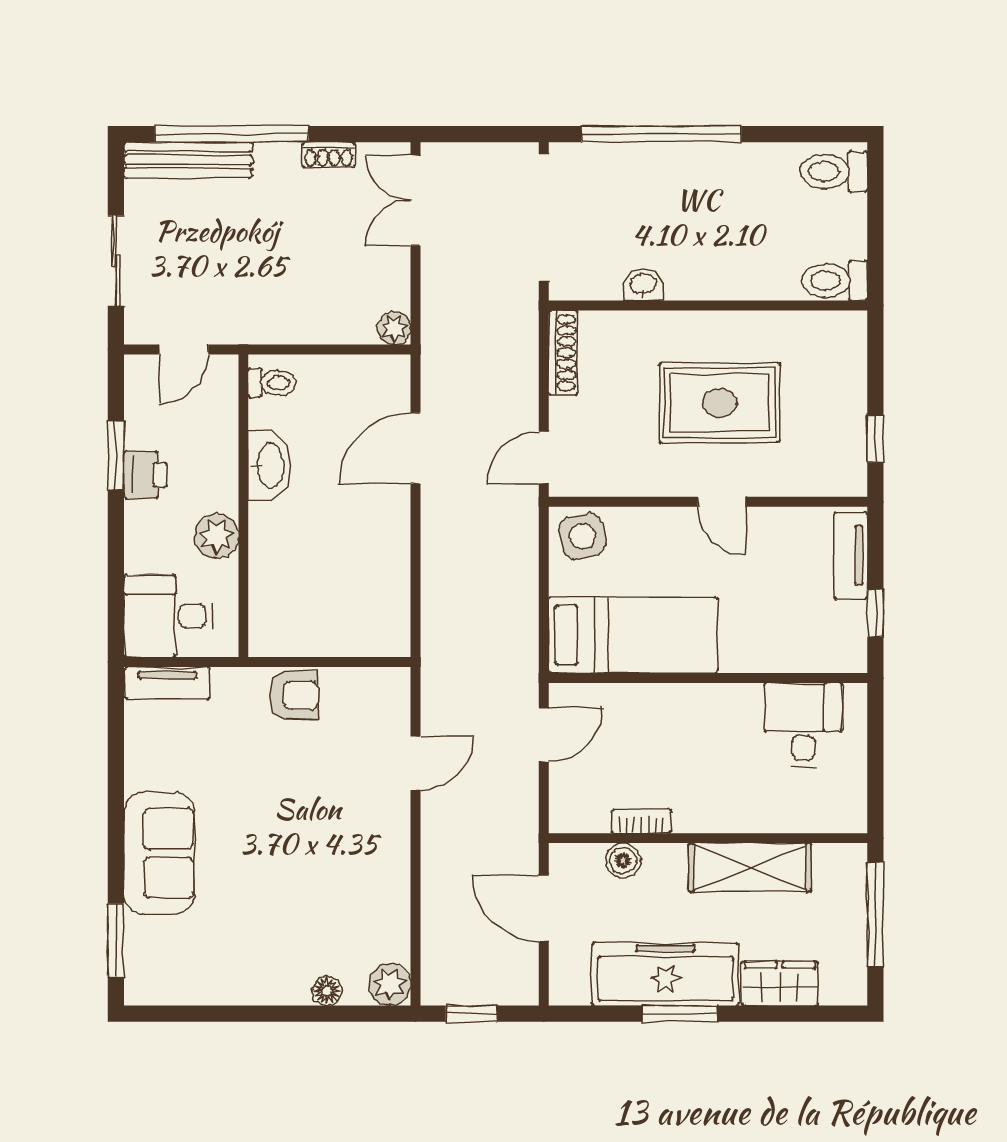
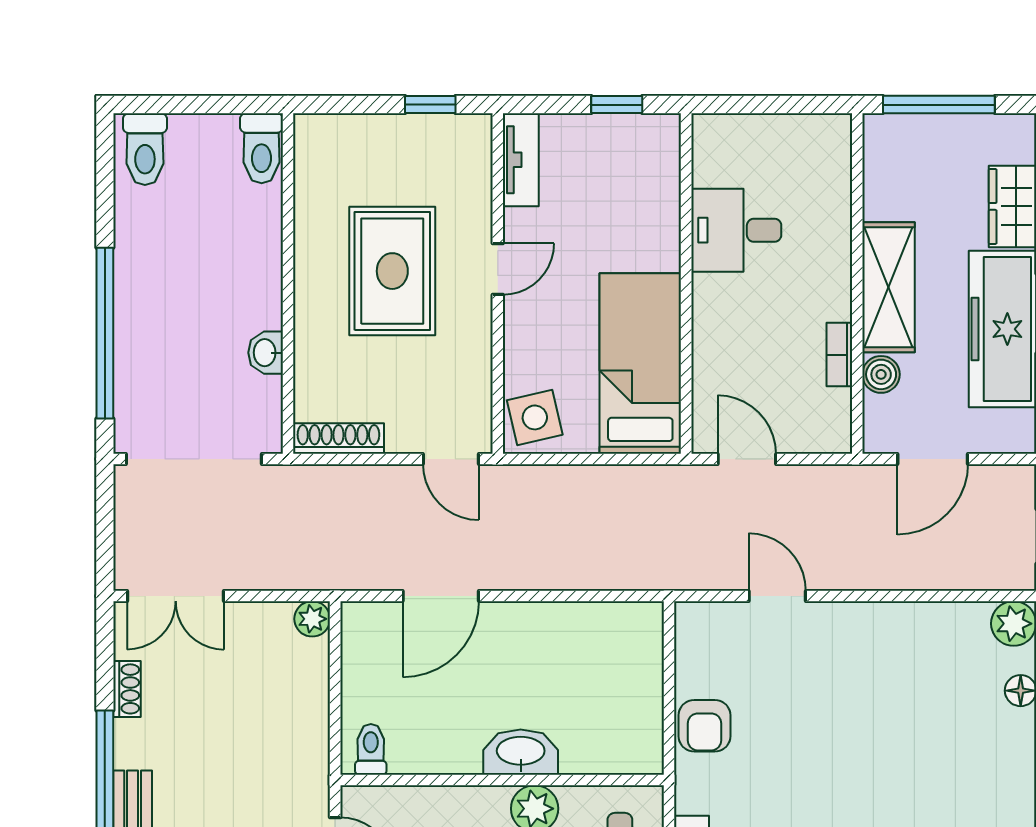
door: (416, 448) -> (441, 596), hinge flipped
washbasin: (269, 466) -> (521, 752), moved
tv unit: (851, 555) -> (521, 160), moved, turned -90
armchair: (294, 695) -> (704, 726), turned 180
desk: (803, 725) -> (736, 230), moved
shelving: (750, 867) -> (889, 287), moved

